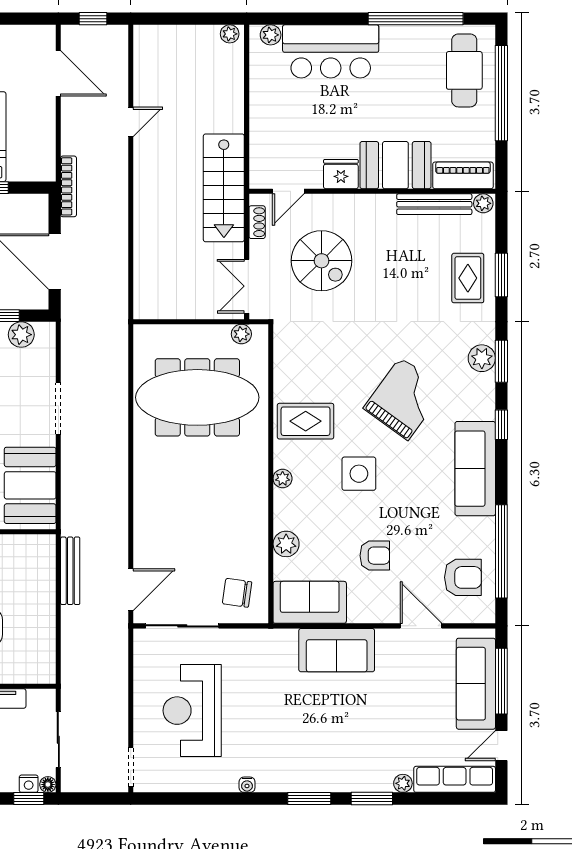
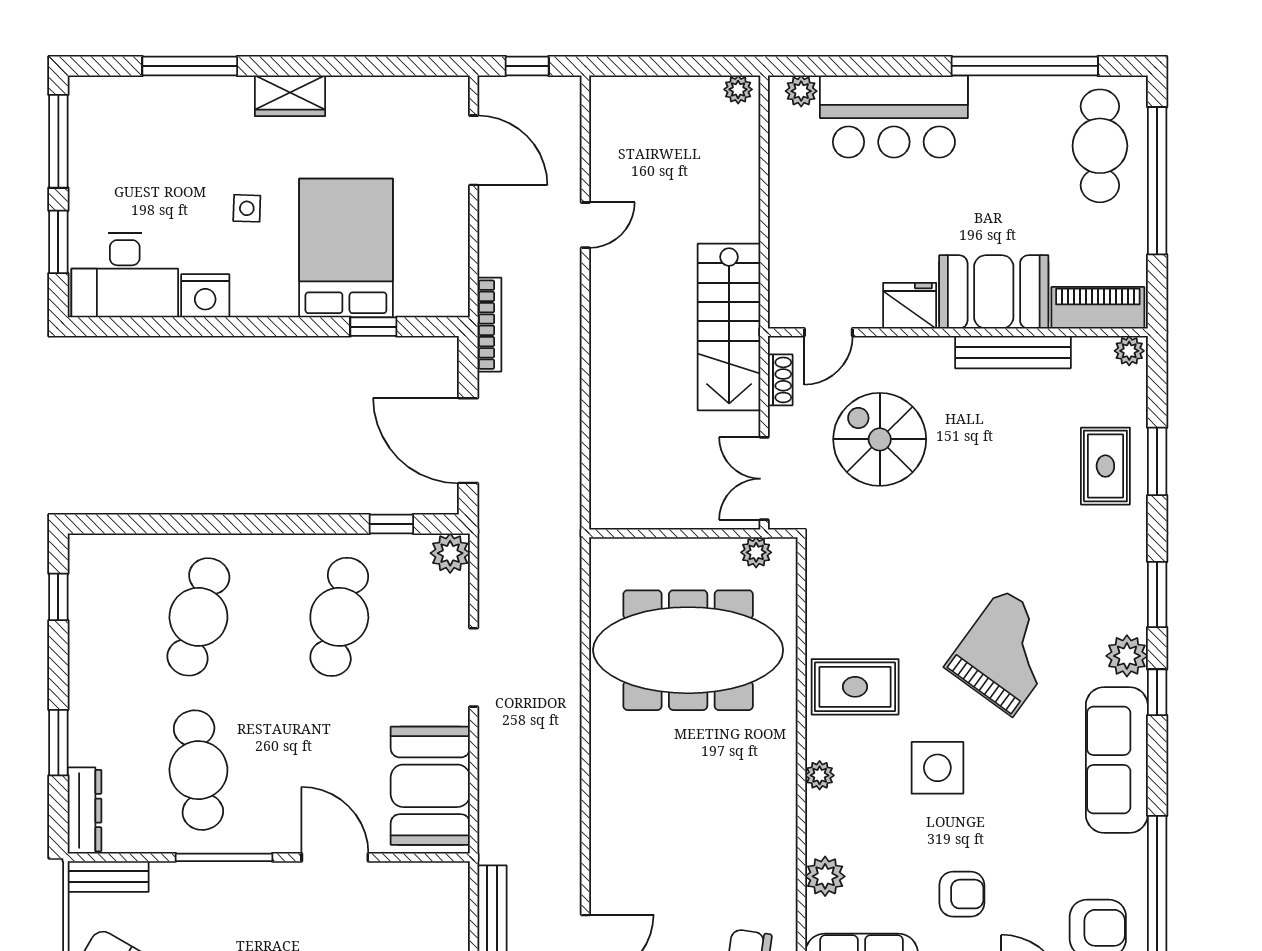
bench: (434, 204) -> (1013, 352), moved
spiral stairs: (322, 261) -> (880, 439), turned 180
plant: (21, 335) -> (450, 553), moved
plant: (482, 358) -> (1127, 656), moved

